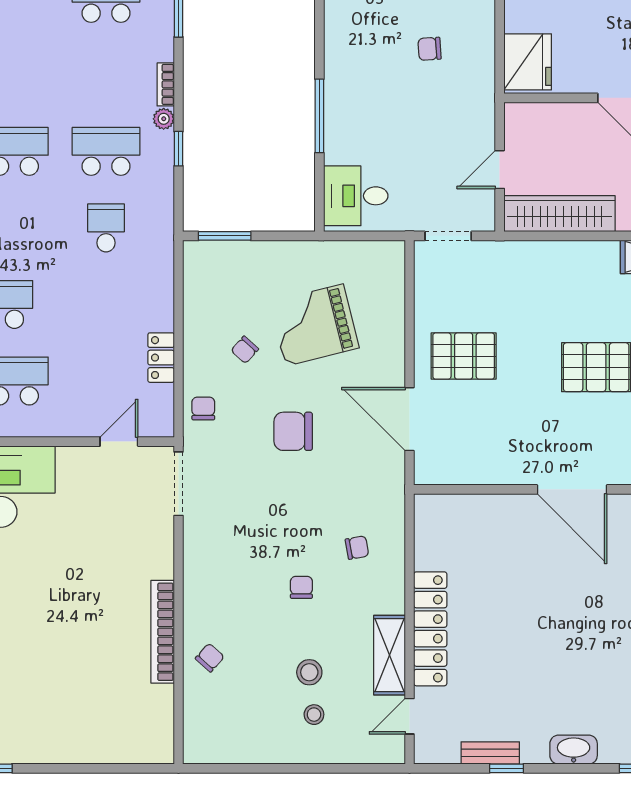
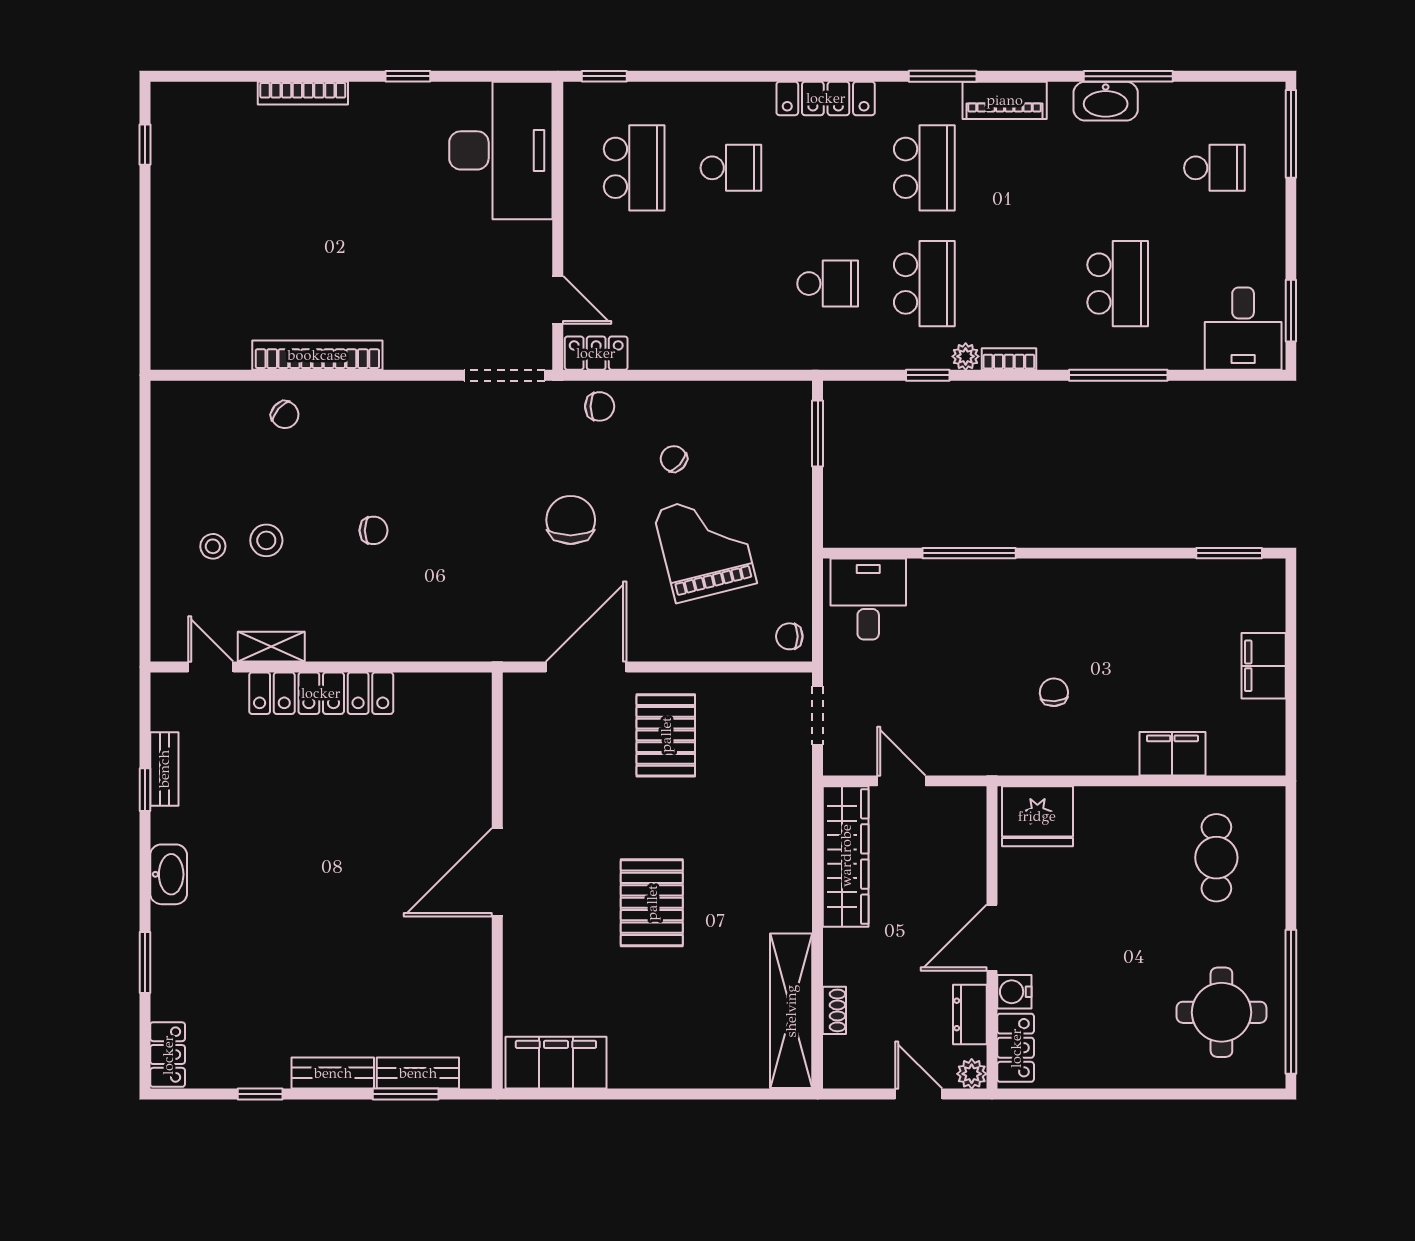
locker: (161, 358) -> (596, 353), moved
chair: (357, 548) -> (789, 636), moved, turned 100
shelving: (389, 655) -> (271, 647), width x0.67, depth x0.75

